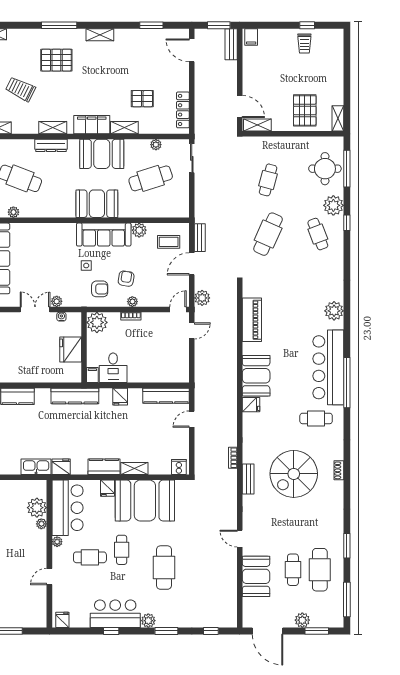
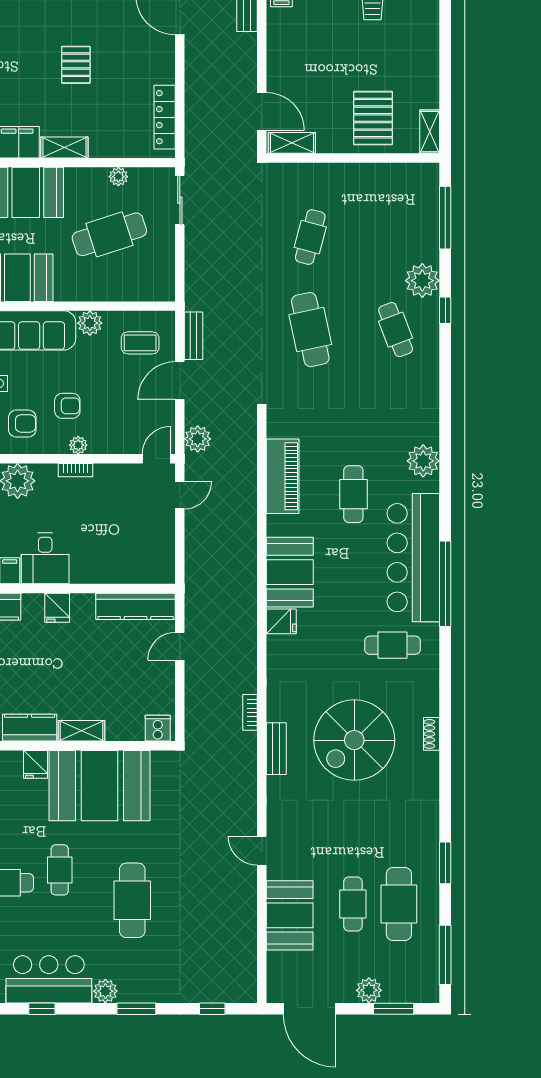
pallet: (142, 99) -> (76, 65), moved, turned 90
round table: (325, 169) -> (408, 218), removed
cafe table: (268, 234) -> (310, 330), turned -36
armchair: (126, 279) -> (67, 406), turned 81
cafe table: (293, 330) -> (353, 494), added

